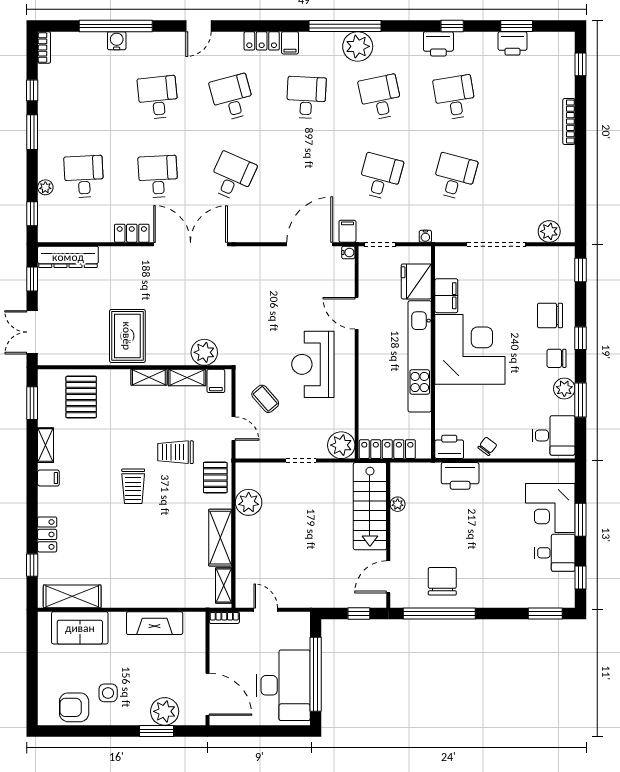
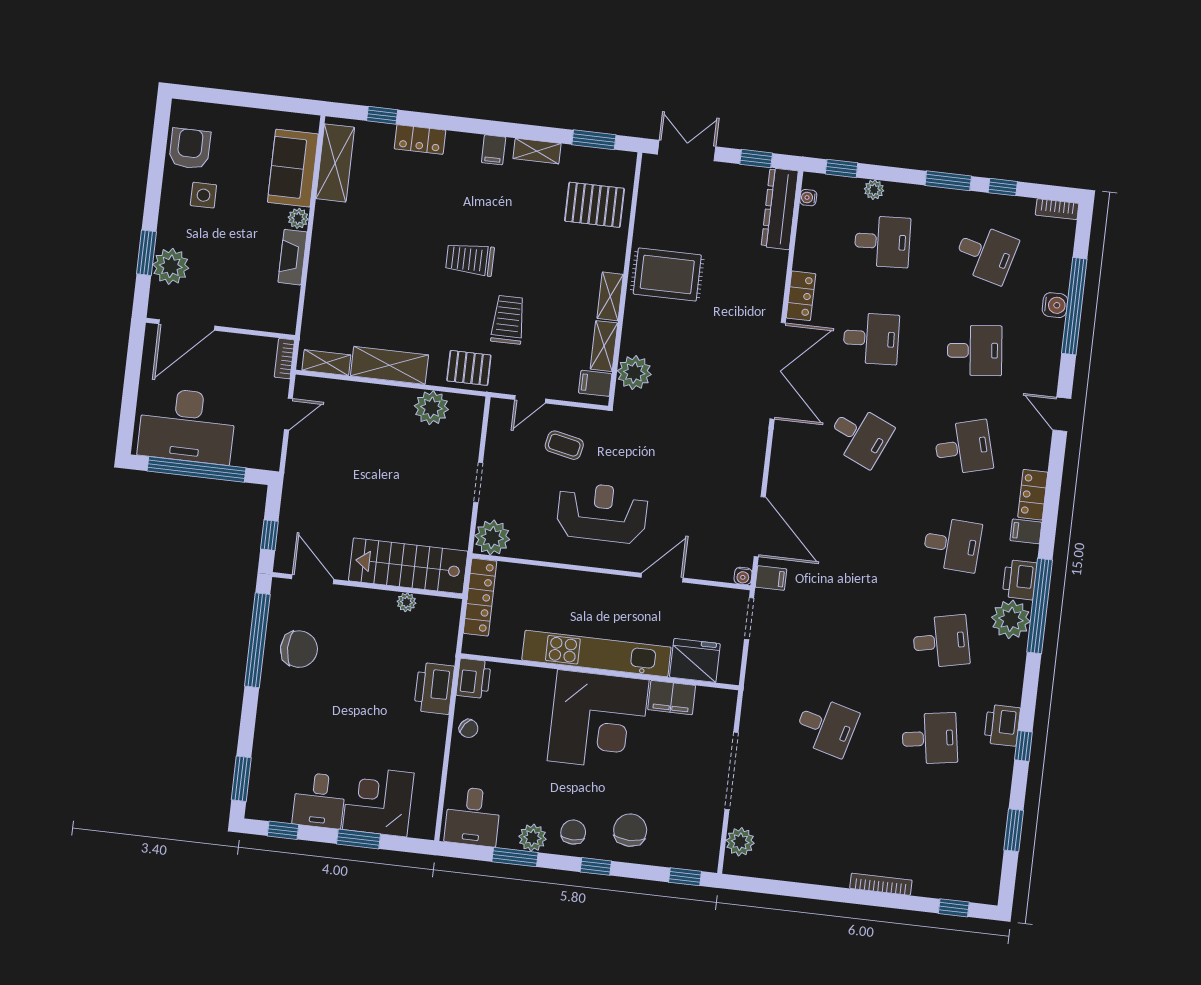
printer: (512, 43) -> (1020, 580), moved
desk: (380, 177) -> (986, 254), moved
water cooler: (425, 236) -> (808, 198), moved
coffee table: (265, 399) -> (564, 445), turned 53
plant: (117, 619) -> (298, 218), added
fireplace: (155, 623) -> (293, 257), width x0.73, depth x0.76

